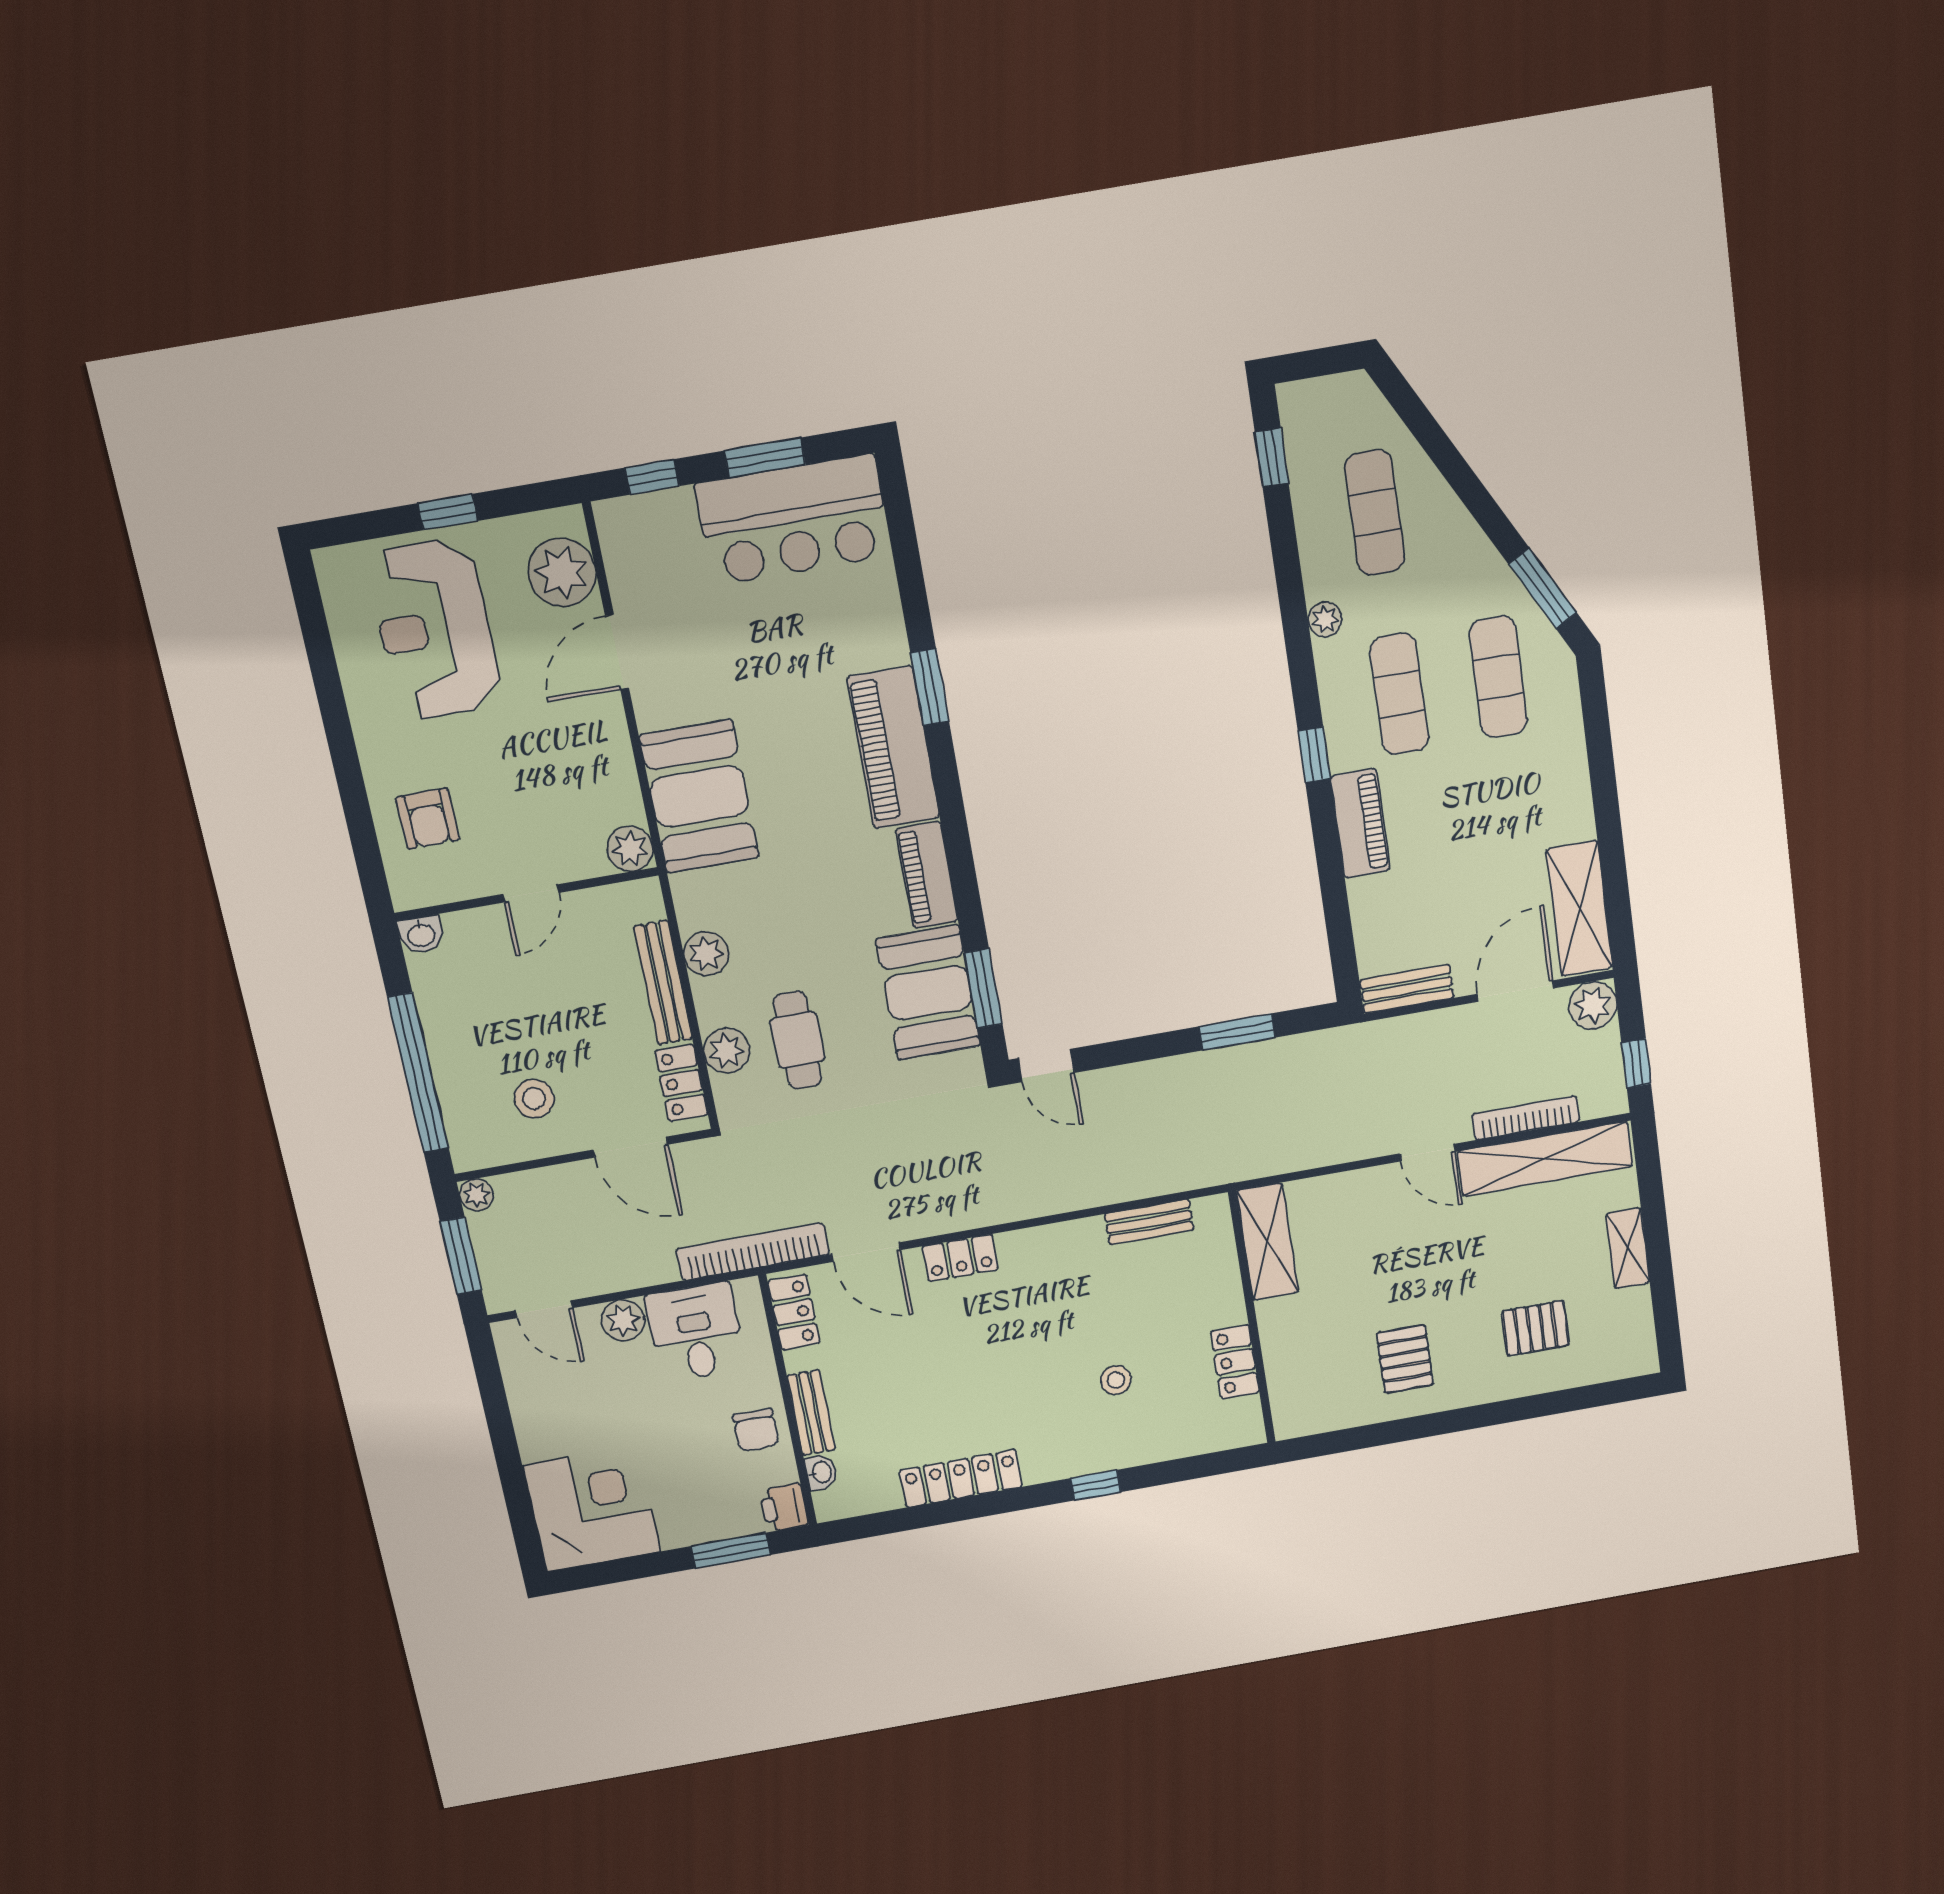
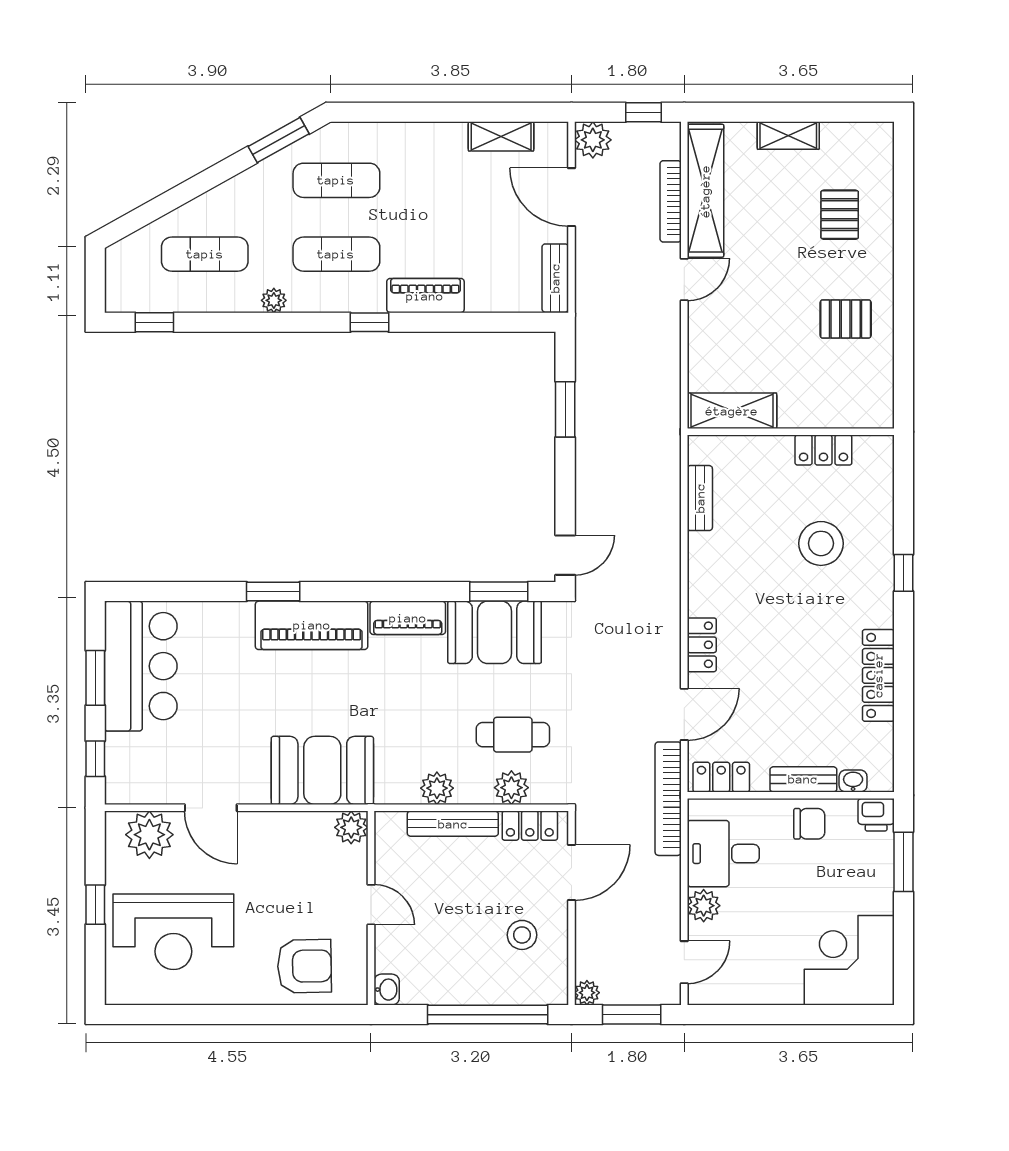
armchair: (428, 819) -> (304, 966), width x1.38, depth x1.38
shelving: (1579, 909) -> (501, 136), width x0.67, depth x0.75
stool: (1116, 1380) -> (821, 543), width x1.89, depth x1.89

